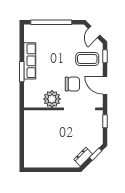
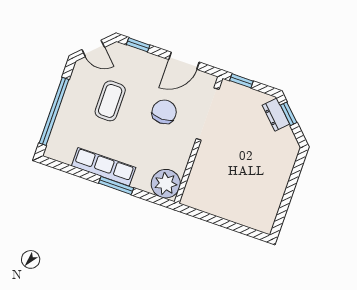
coffee table: (87, 59) -> (110, 101), moved
plant: (52, 99) -> (166, 184), moved
dresser: (83, 157) -> (276, 115), moved

